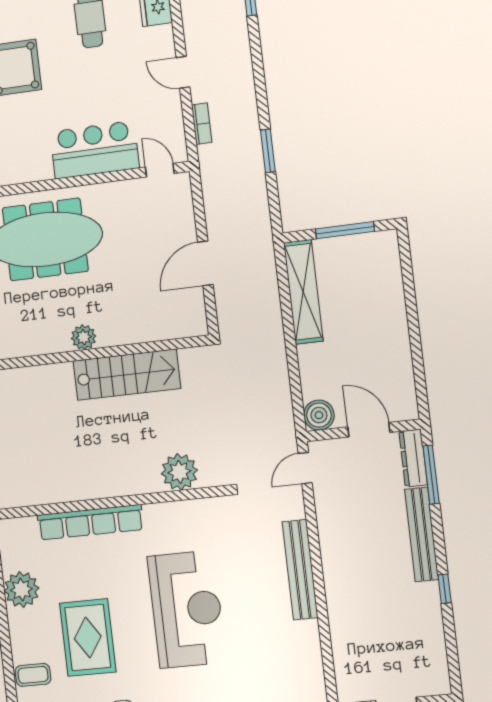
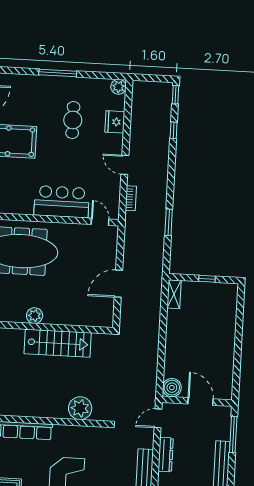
window: (345, 230) -> (207, 279), width x0.46
shelving: (303, 292) -> (174, 294), width x0.45, depth x0.75
dresser: (413, 458) -> (166, 455), moved, turned 180

